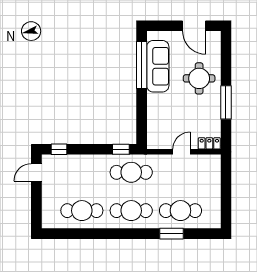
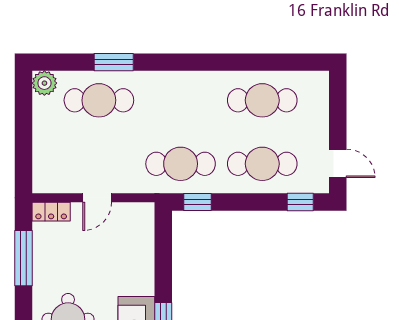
window: (226, 102) -> (23, 258), moved
door: (36, 173) -> (338, 163), hinge flipped
cafe table: (131, 211) -> (262, 164), moved
plant: (213, 221) -> (44, 83), added

